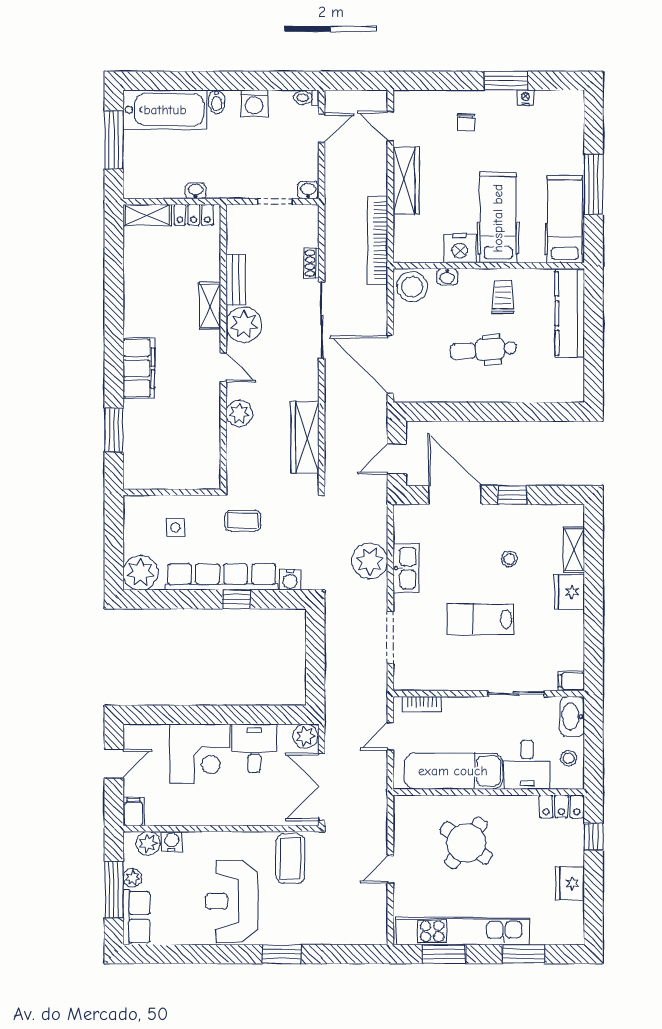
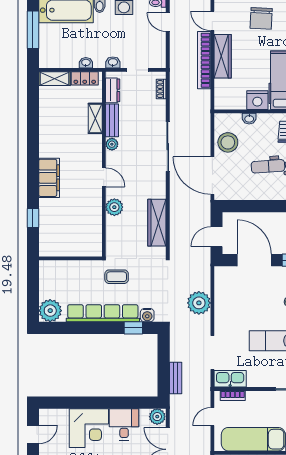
chair: (466, 122) -> (261, 18), width x1.87, depth x1.87
door: (322, 128) -> (168, 22), swing flipped
washbasin: (308, 190) -> (113, 62), moved
dresser: (237, 233) -> (113, 90), added
bookcase: (378, 240) -> (204, 60), moved
shoe rack: (312, 263) -> (161, 89), moved
stool: (412, 287) -> (228, 142), moved
shelving: (210, 306) -> (95, 118), moved
plant: (244, 325) -> (112, 144), width x0.53, depth x0.53
window: (114, 430) -> (33, 218), width x0.67
side table: (175, 527) -> (73, 281), removed
kitchen sink: (406, 568) -> (230, 379), moved, turned -90
window: (236, 599) -> (133, 328), moved
bench: (334, 677) -> (176, 378), added

